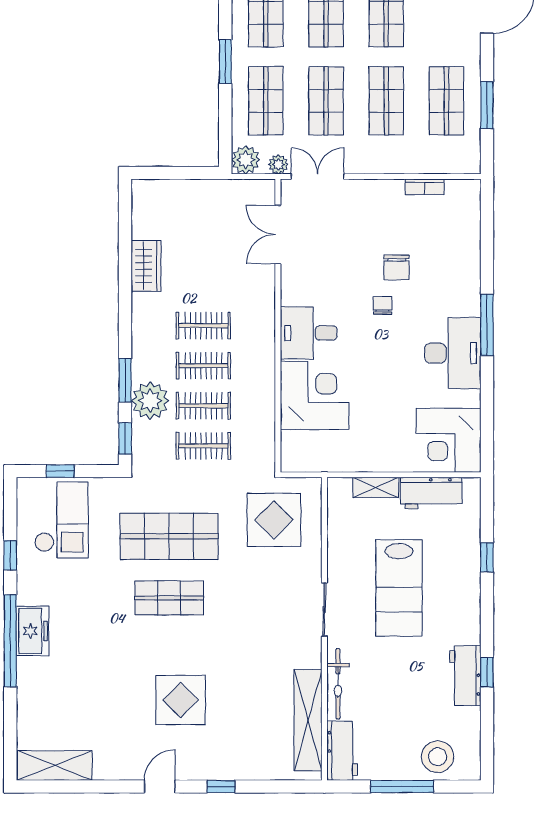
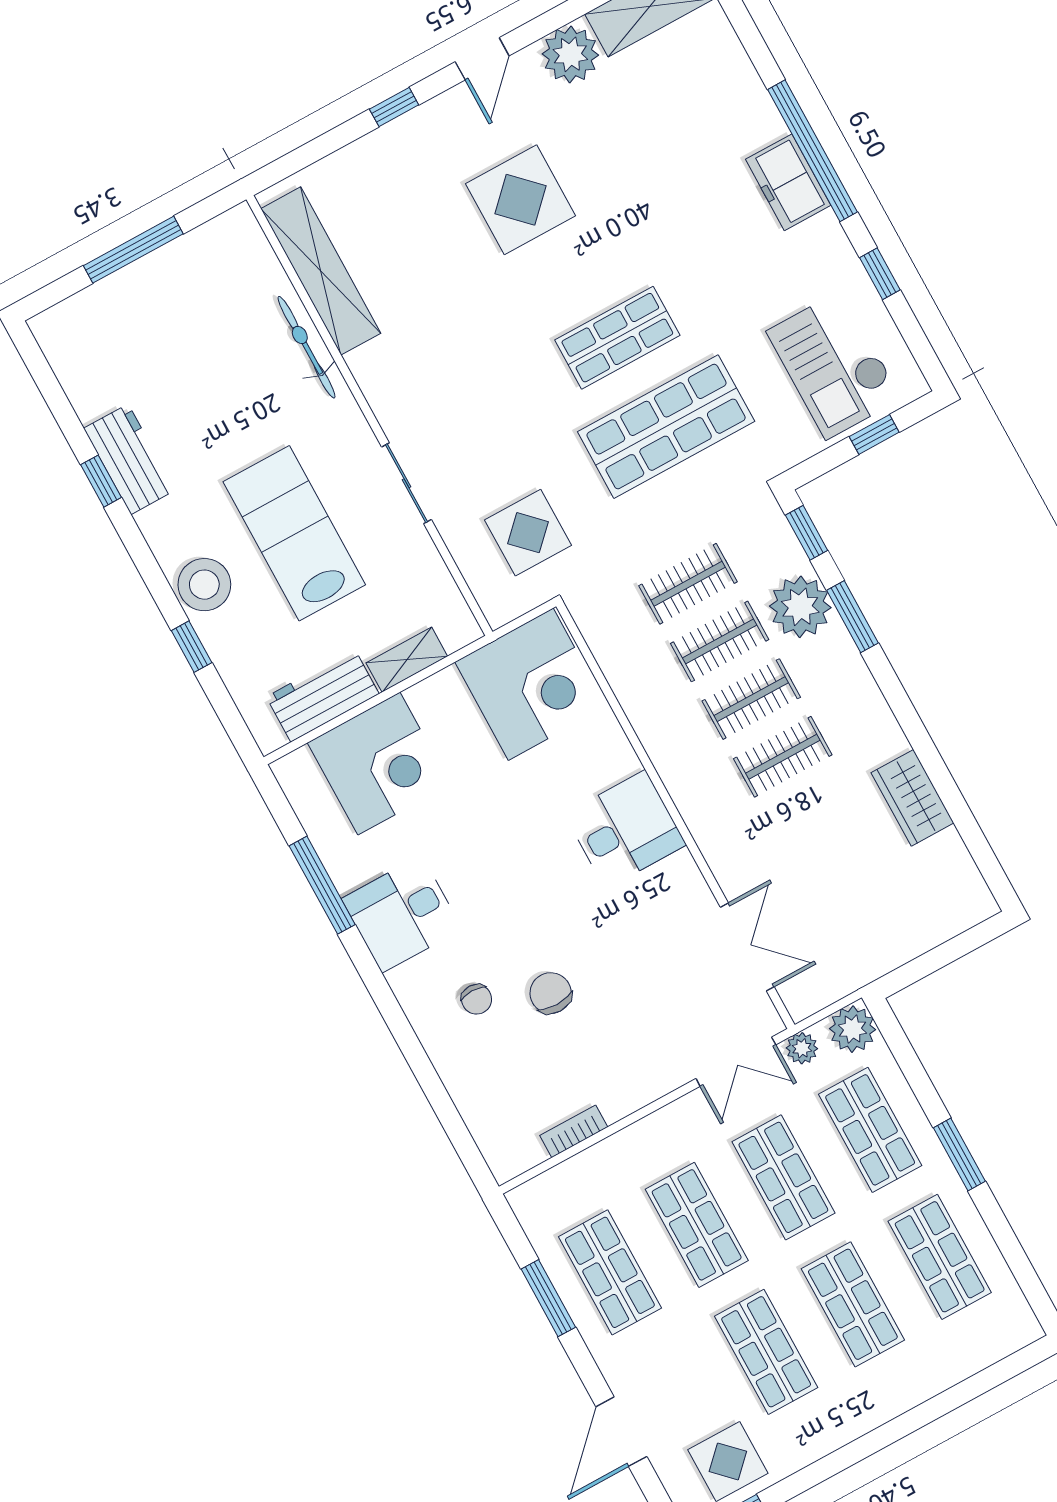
chair: (383, 305) -> (477, 999), moved
window: (487, 325) -> (322, 885), moved
desk: (453, 353) -> (402, 914), width x0.73
corner desk: (315, 395) -> (531, 684), moved, turned -90
corner desk: (449, 440) -> (379, 764), moved, turned 90
display table: (274, 520) -> (528, 533), width x0.73, depth x0.73
sliding door: (324, 610) -> (406, 483), moved
workbench: (342, 751) -> (248, 254), removed
stool: (438, 757) -> (204, 585), moved
plant: (111, 763) -> (570, 54), added

